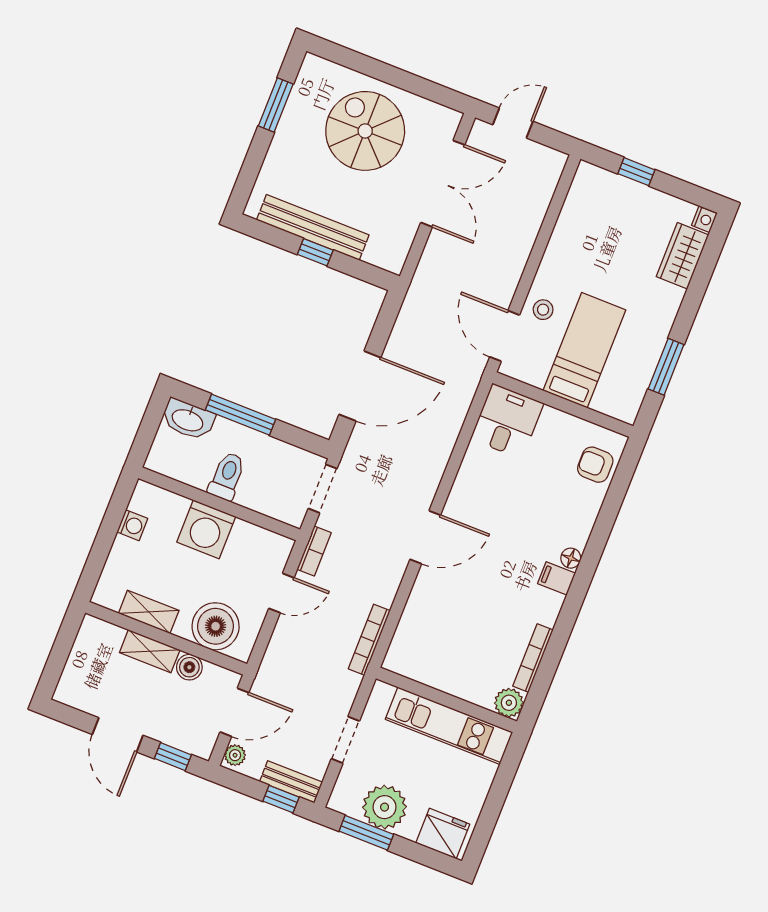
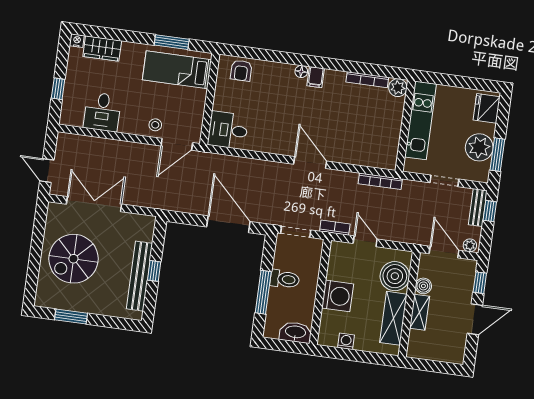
desk: (583, 232) -> (102, 112), added
bed: (584, 350) -> (177, 70), moved
washbasin: (188, 419) -> (295, 332), moved, turned -90
toilet: (227, 476) -> (285, 279), moved, turned 180
shelving: (149, 612) -> (393, 318), width x1.50, depth x1.33

